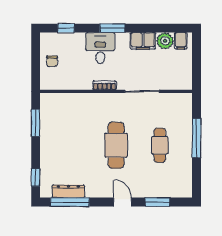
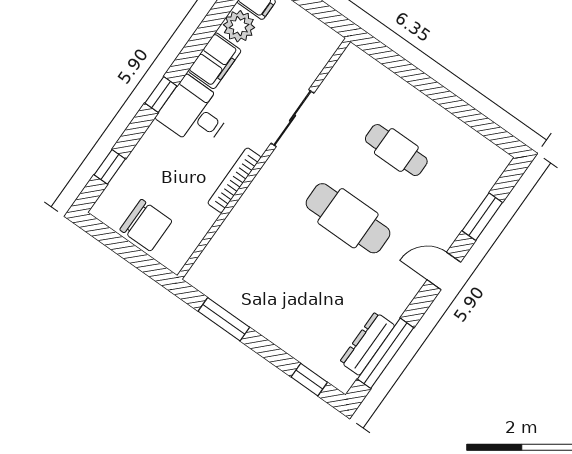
window: (112, 28) -> (161, 94), width x0.67
desk: (100, 48) -> (195, 113), moved
chair: (52, 61) -> (146, 225), width x1.87, depth x1.87
bookcase: (104, 85) -> (234, 180), width x1.56
window: (197, 138) -> (426, 85), removed

